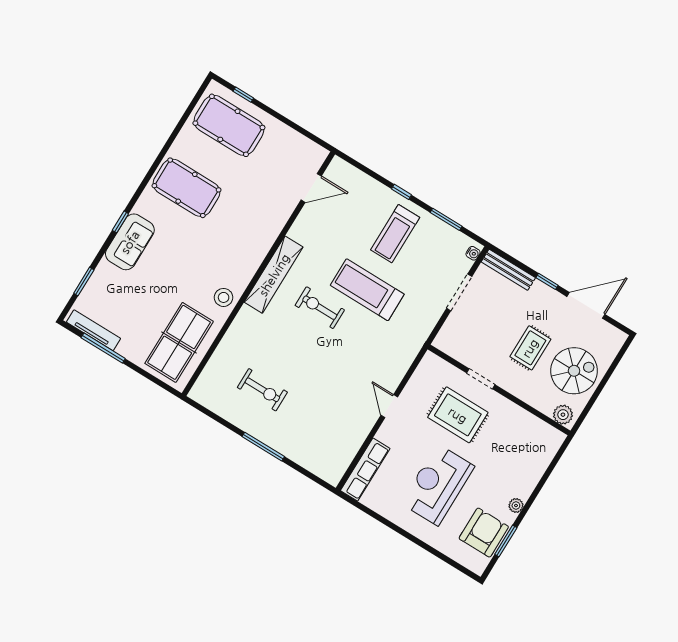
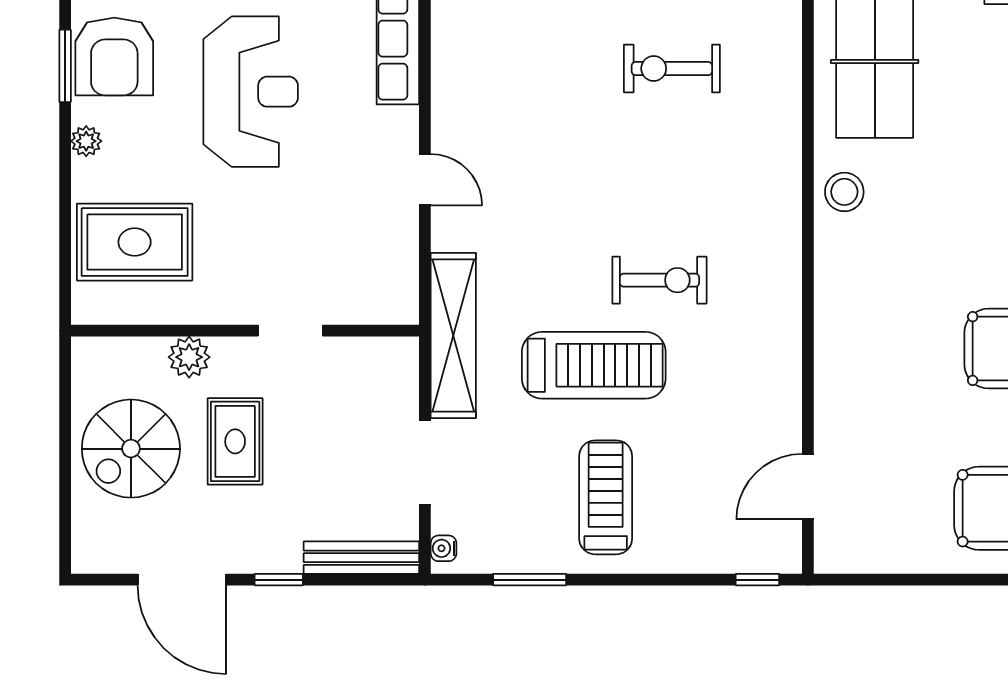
window: (401, 192) -> (757, 580), moved
shelving: (274, 275) -> (453, 335), moved
door: (586, 305) -> (182, 580), hinge flipped
rug: (458, 415) -> (135, 242), moved
plant: (563, 415) -> (189, 357), moved

